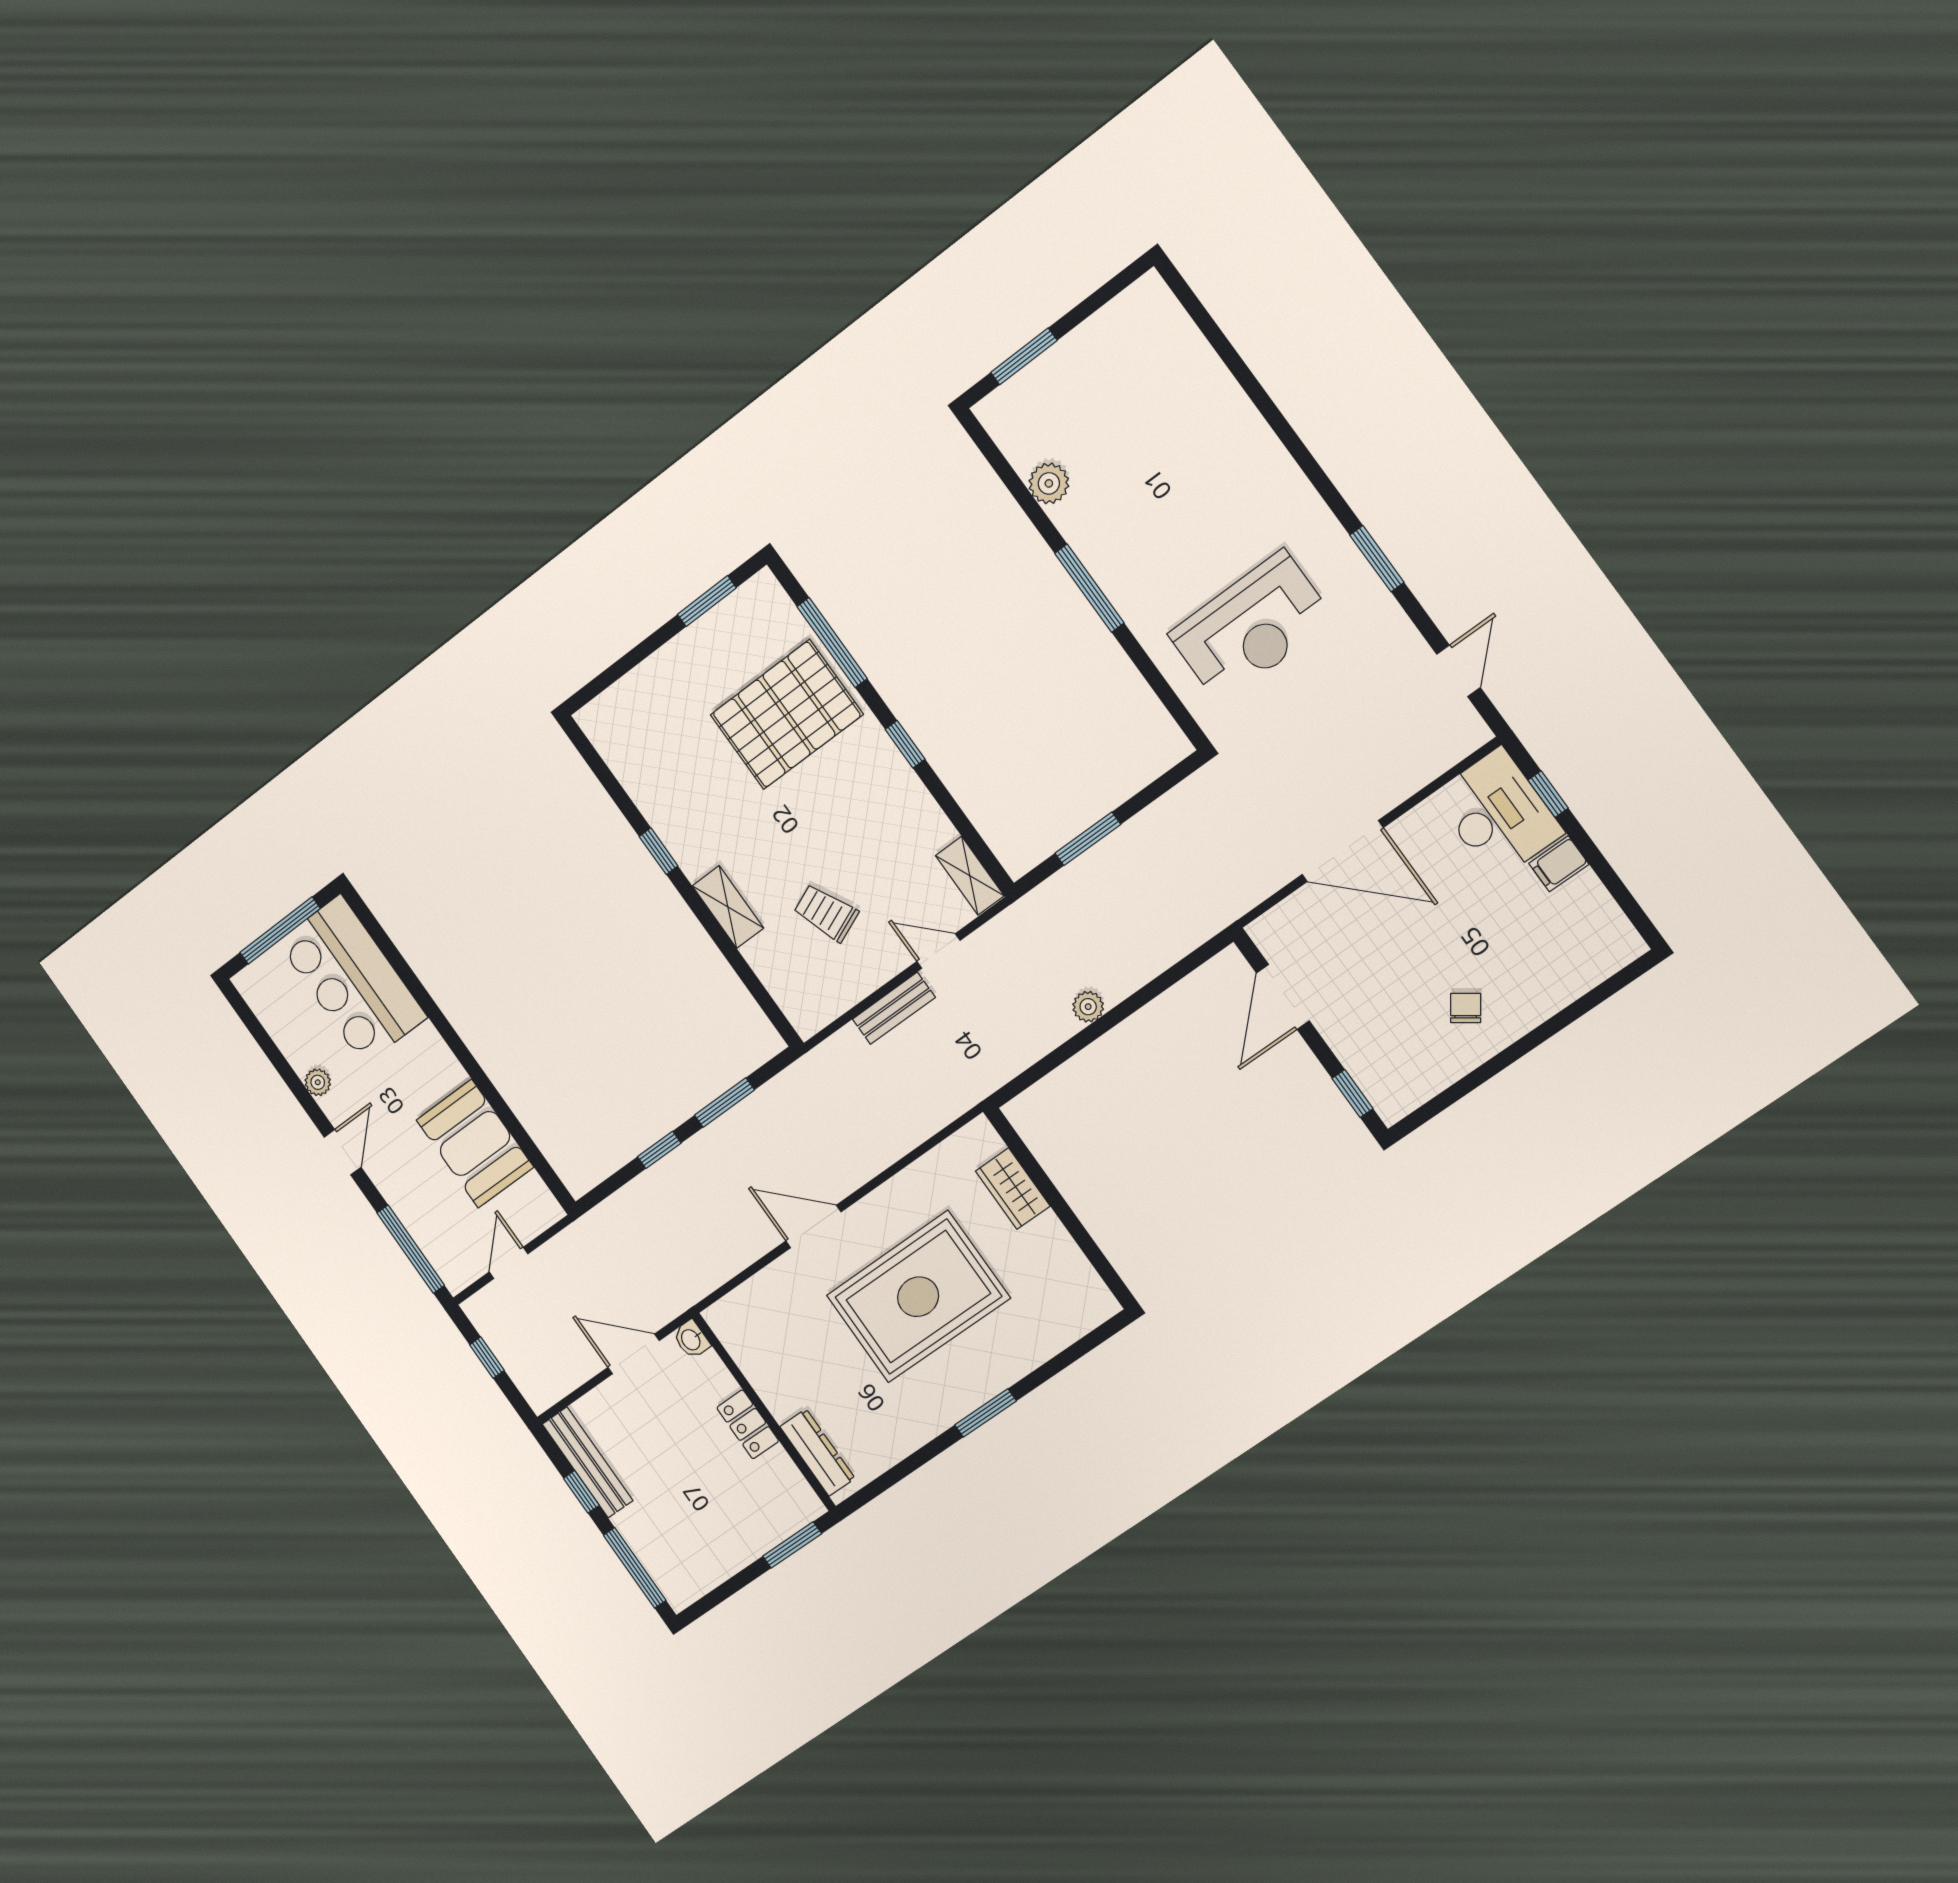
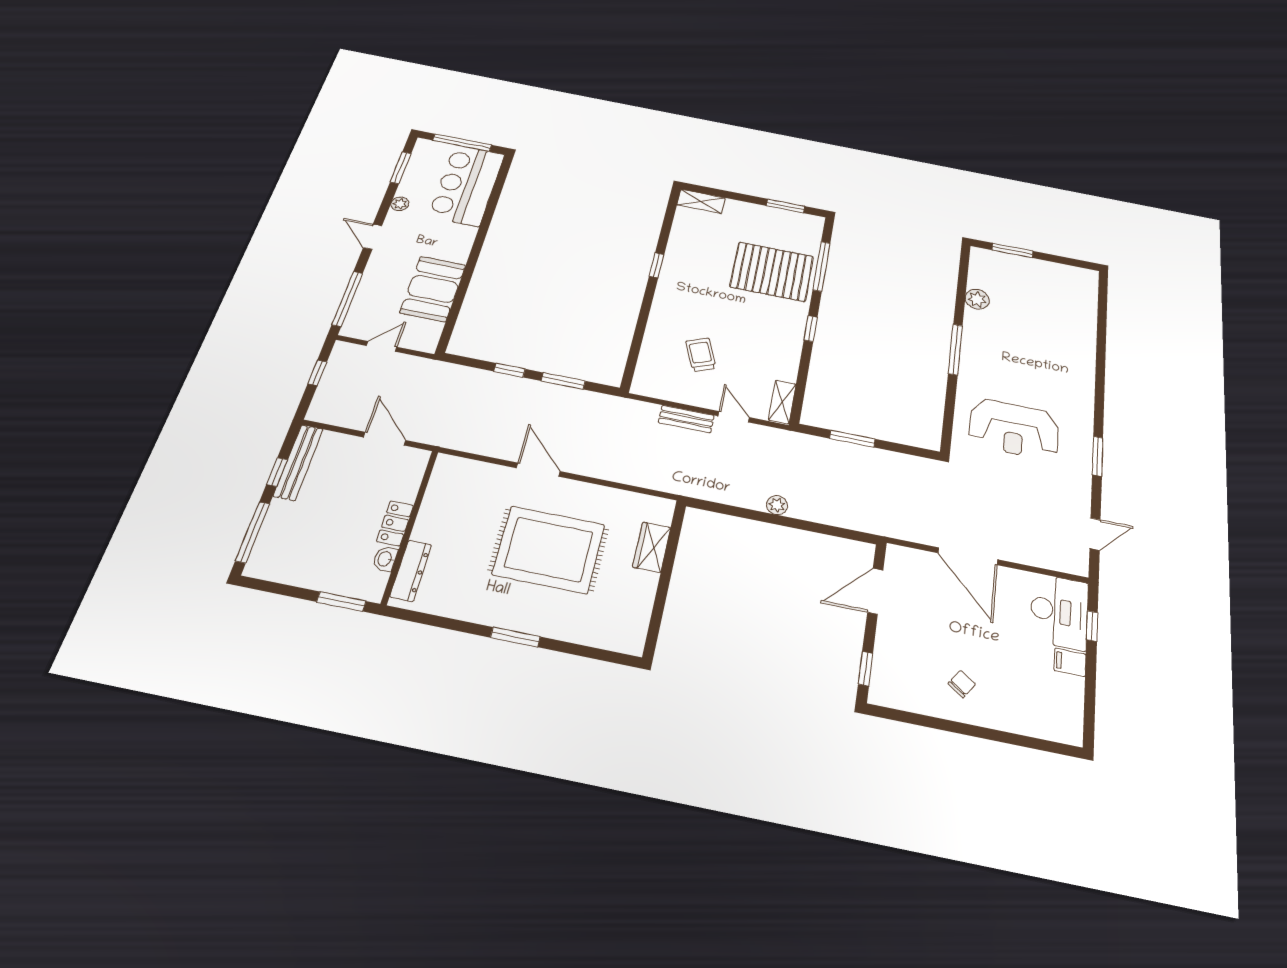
shelving: (728, 907) -> (701, 201), moved, turned 90
window: (262, 1037) -> (401, 168), added
door: (343, 1152) -> (373, 237), swing flipped
washbasin: (691, 1339) -> (385, 559), moved

